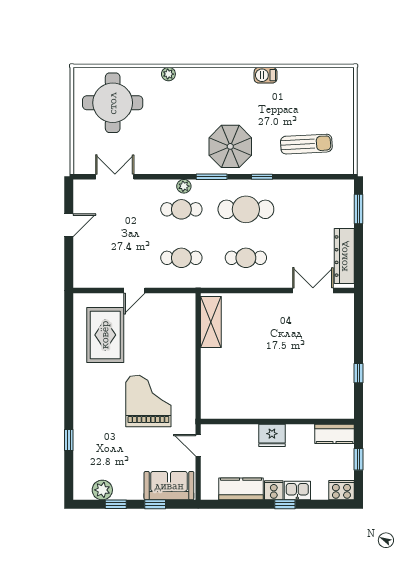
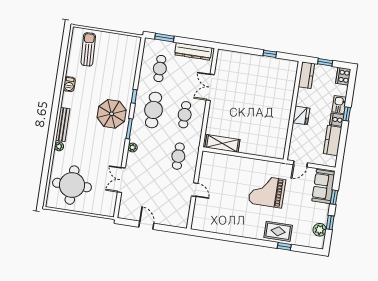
bench: (203, 74) -> (63, 125), added
sun lounger: (306, 144) -> (88, 49), moved
double door: (115, 177) -> (121, 180), moved
cafe table: (181, 209) -> (160, 68), moved
double door: (313, 290) -> (210, 87), moved
rug: (105, 335) -> (278, 231), moved, width x0.73, depth x0.70

